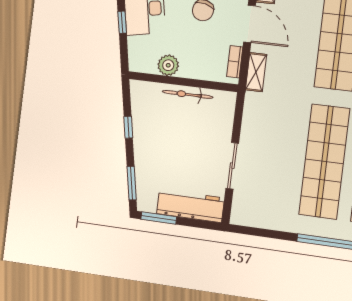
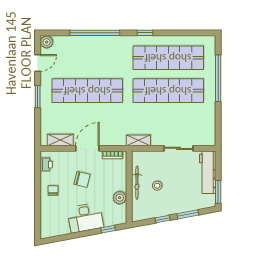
window: (122, 22) -> (108, 229), moved
shelving: (256, 72) -> (138, 140), moved
stool: (179, 125) -> (157, 186), added
window: (132, 183) -> (188, 214), moved

